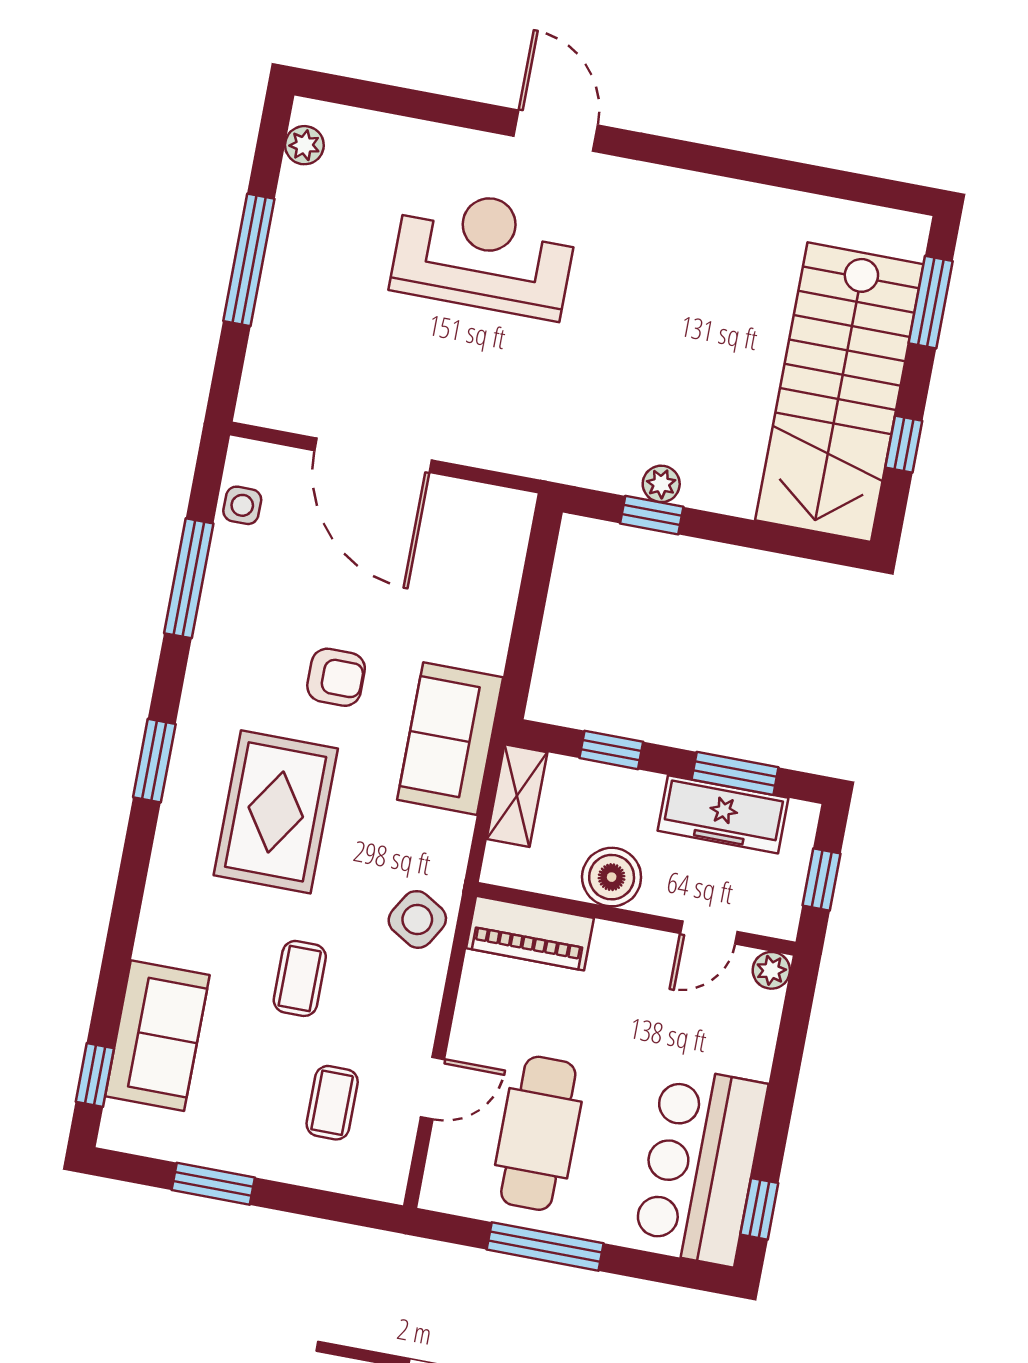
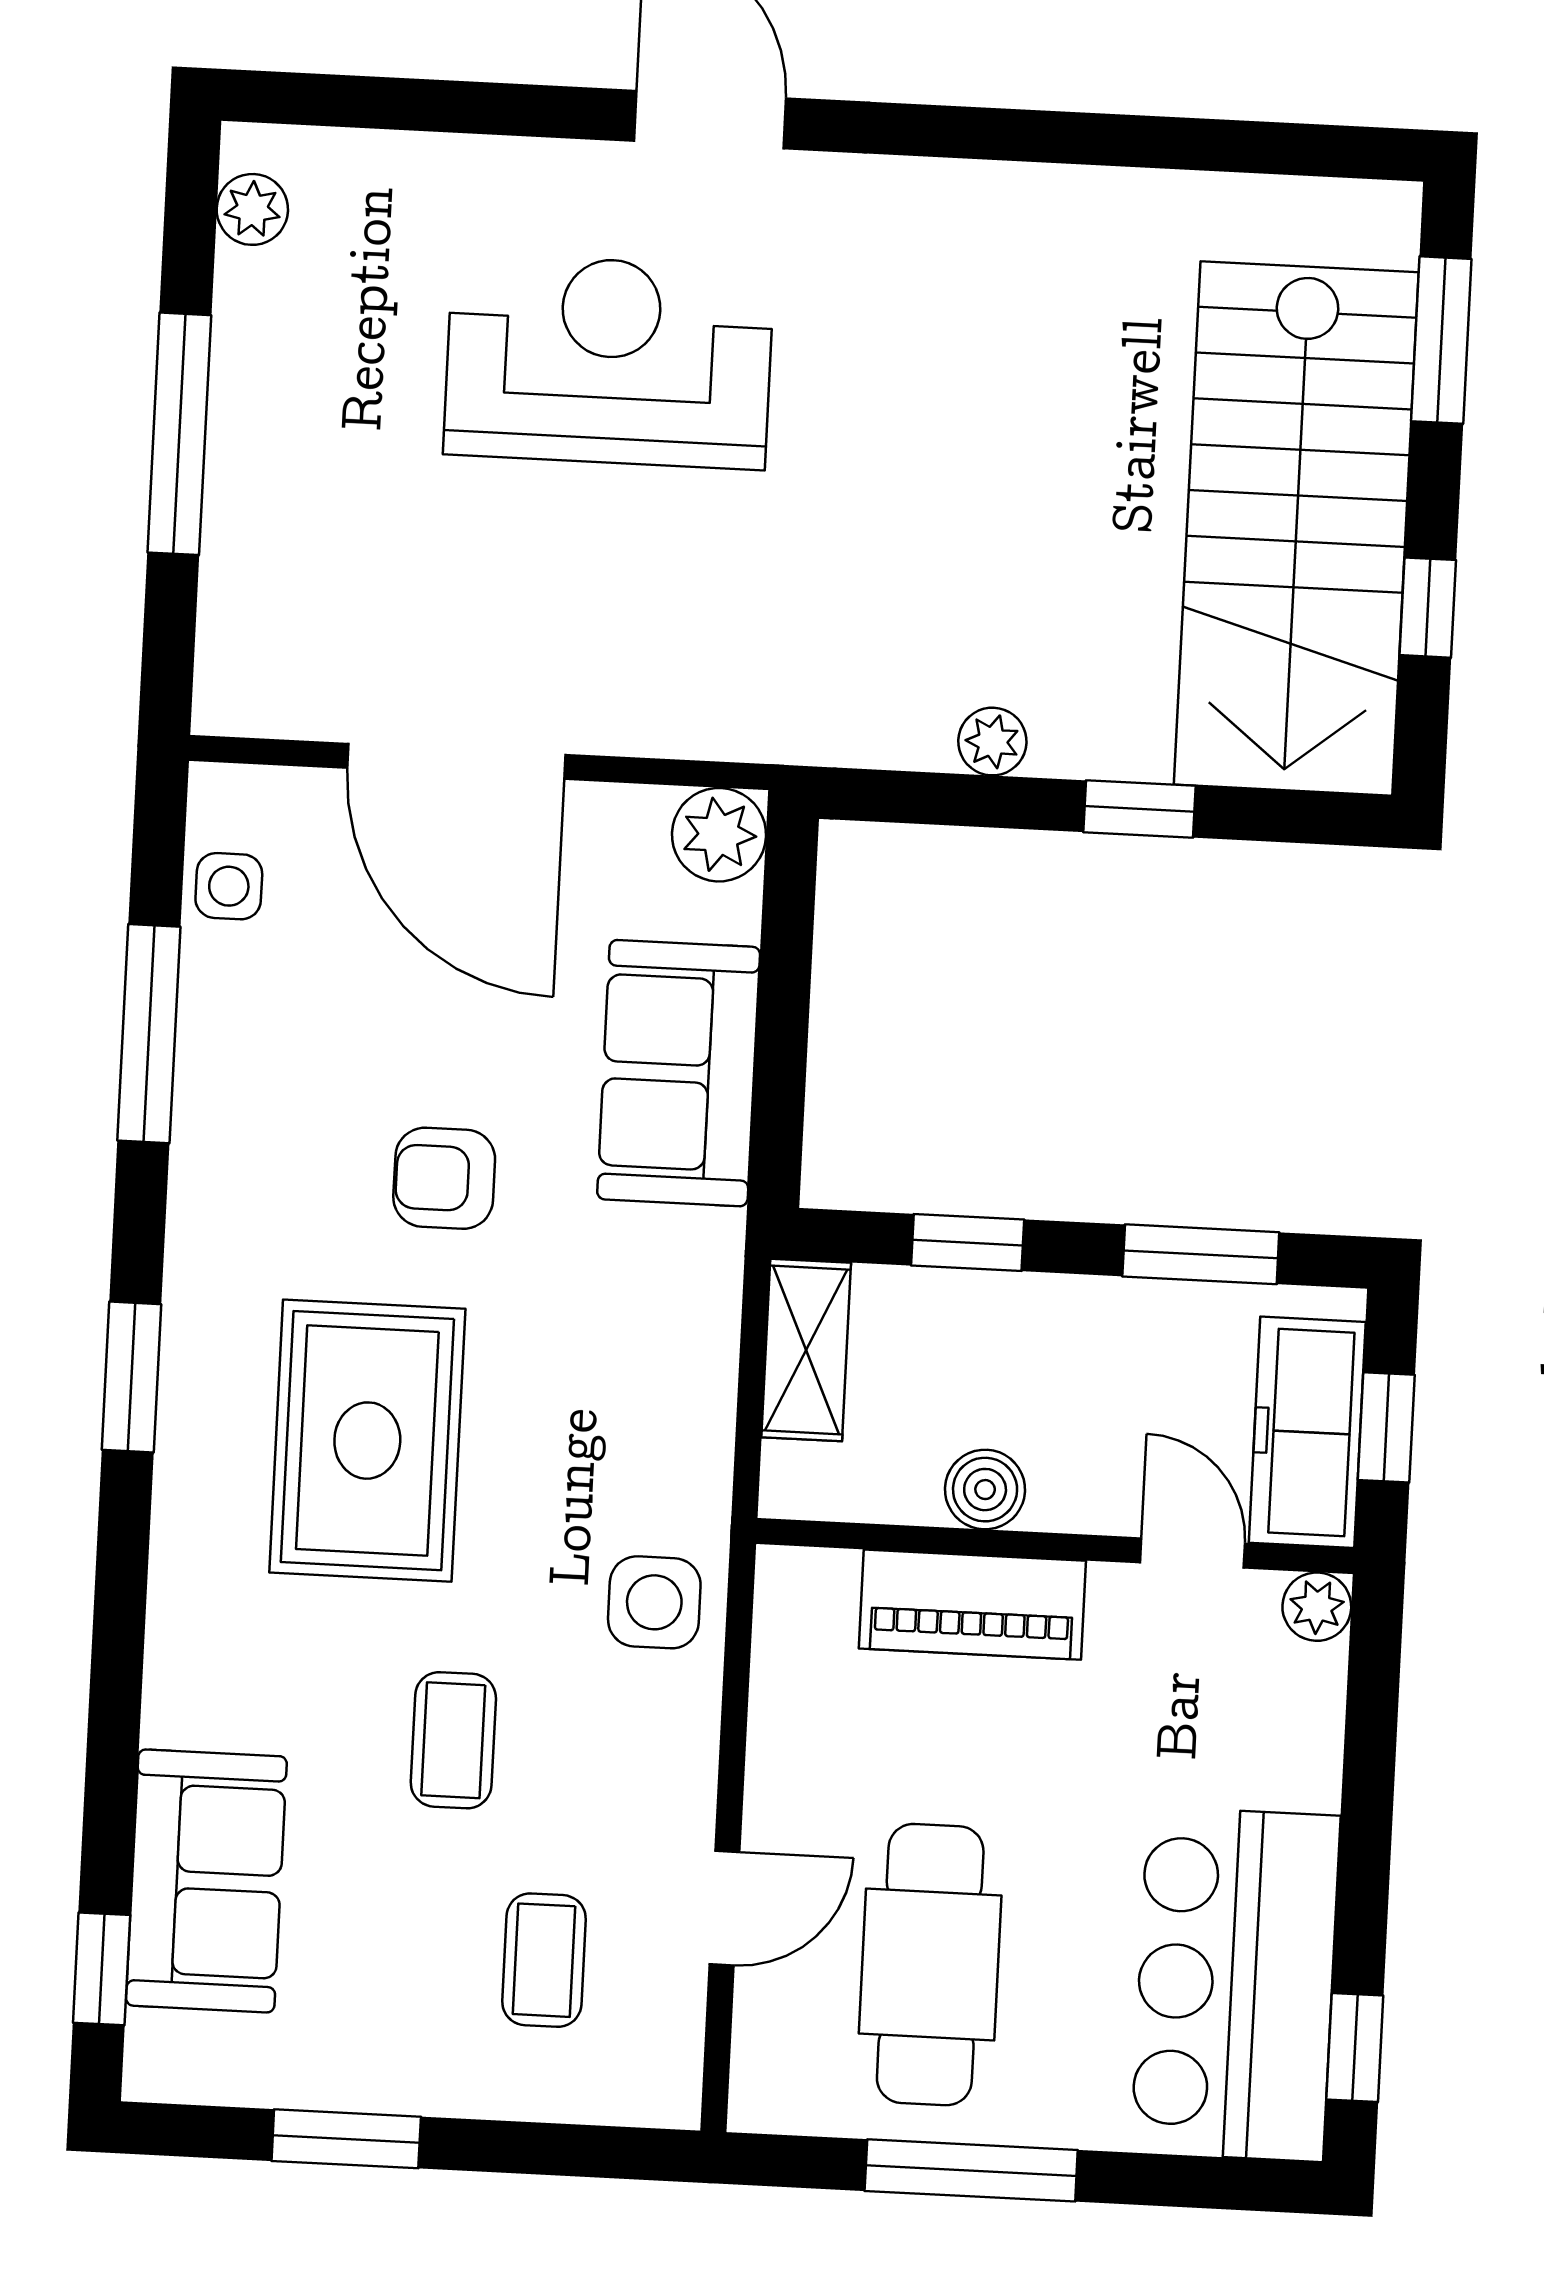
plant: (508, 514) -> (719, 835), added
window: (652, 515) -> (1140, 809), moved
armchair: (336, 677) -> (444, 1178), turned 180
sofa: (450, 739) -> (679, 1073), moved
freezer: (723, 814) -> (1307, 1432), moved, turned 90
boiler: (612, 877) -> (985, 1490), width x0.73, depth x0.73
side table: (417, 919) -> (654, 1602), turned -31
piano: (530, 933) -> (972, 1605), moved
door: (709, 933) -> (1193, 1553), swing flipped

